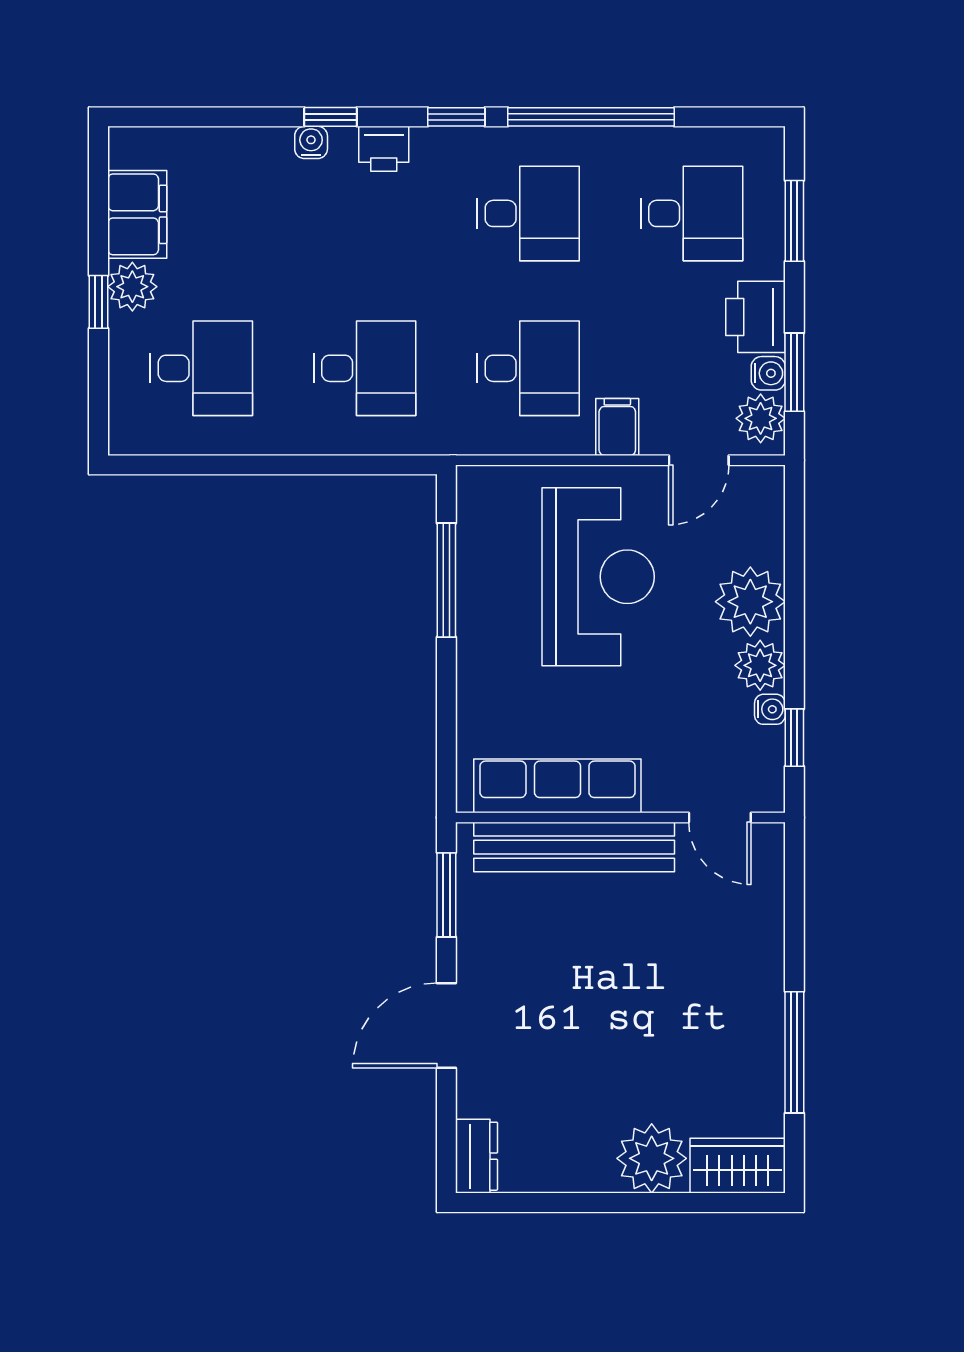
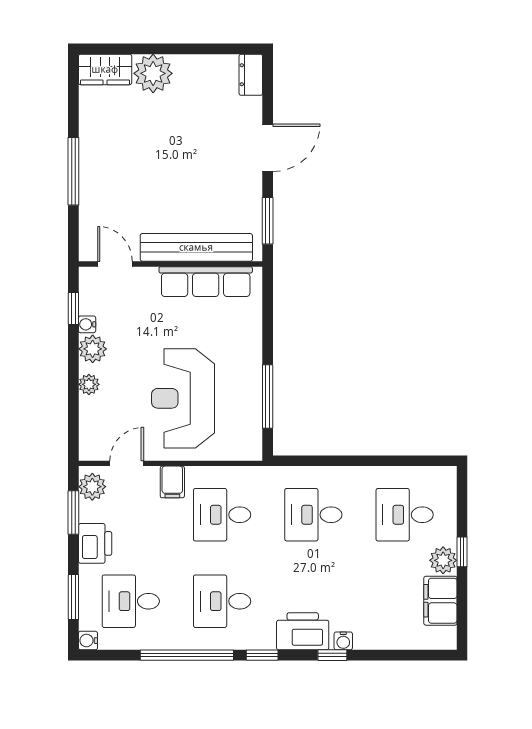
printer: (384, 149) -> (303, 631), width x1.87, depth x1.48
water cooler: (768, 373) -> (88, 641), moved
plant: (750, 602) -> (89, 384), width x0.53, depth x0.53
window: (794, 1052) -> (73, 171), moved

